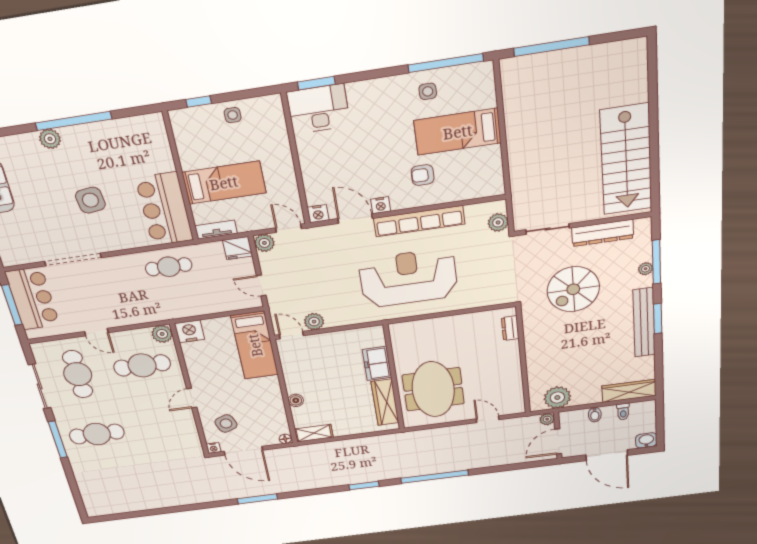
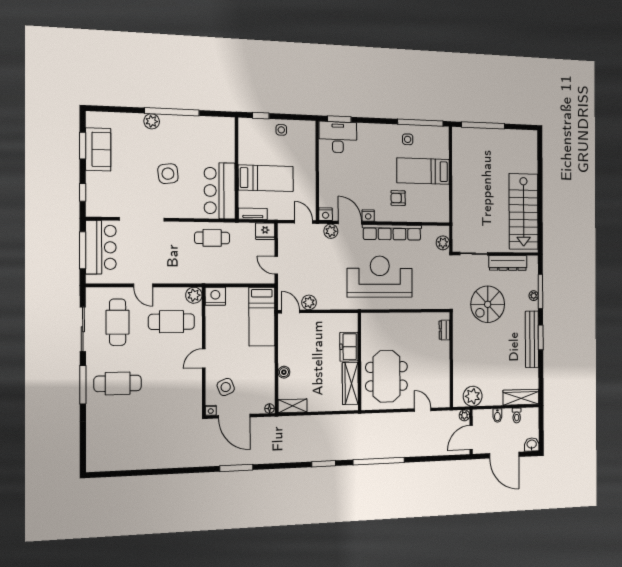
plant: (264, 243) -> (331, 231), moved

